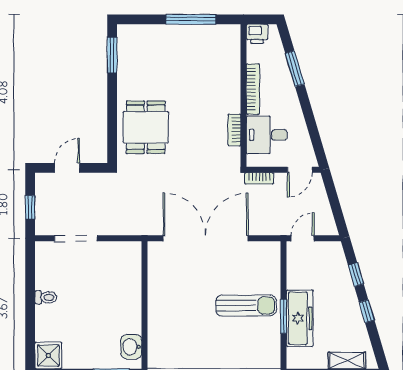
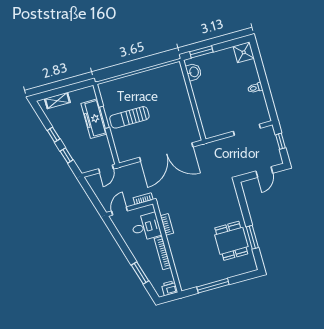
window: (112, 55) -> (252, 237), moved
dining table: (146, 127) -> (231, 241), moved

